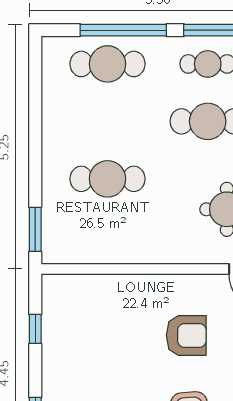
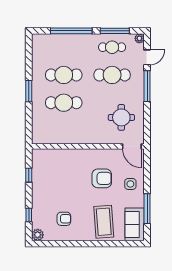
cafe table: (108, 64) -> (64, 75), moved
window: (35, 229) -> (29, 91), moved

